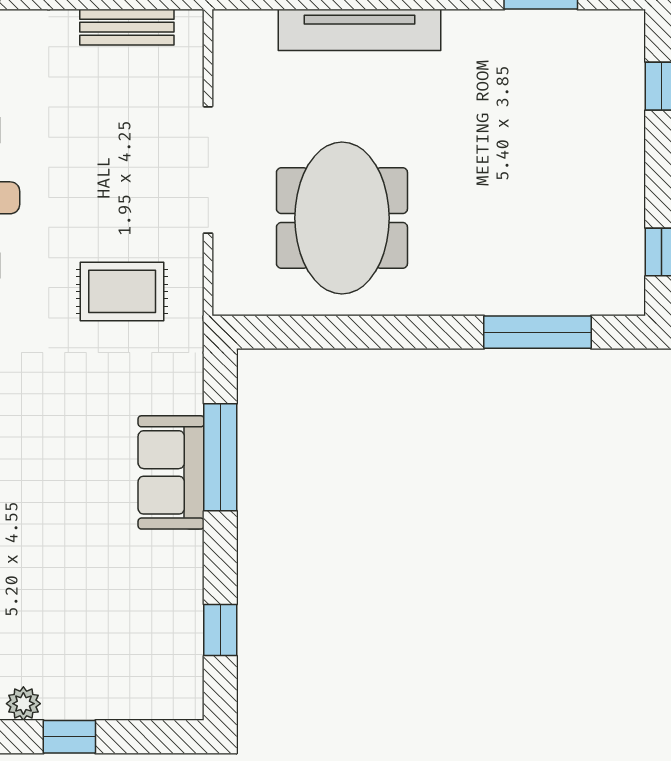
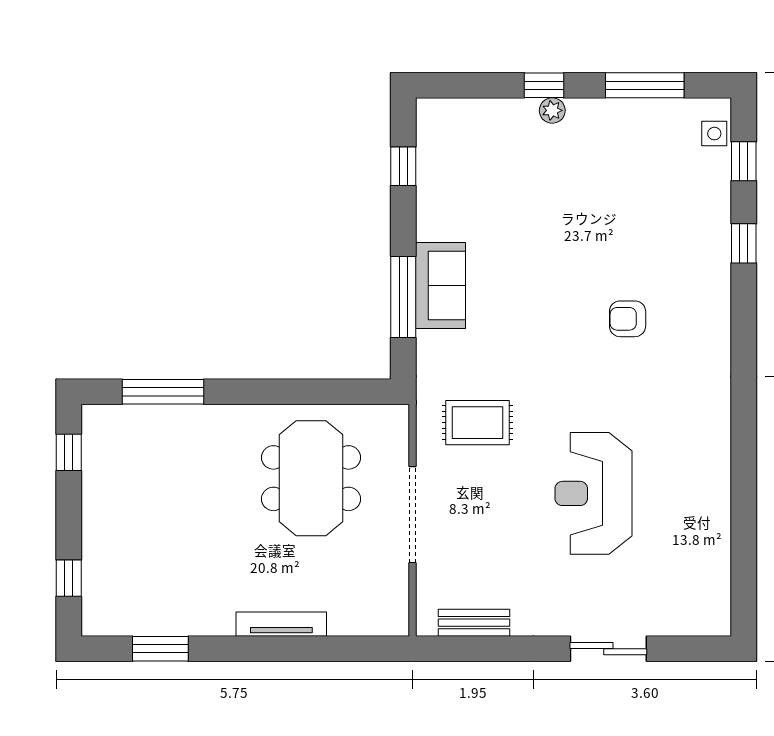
tv unit: (360, 30) -> (281, 624), width x0.73, depth x0.78
window: (69, 737) -> (544, 85), moved

